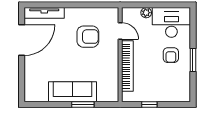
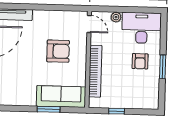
door: (120, 31) -> (89, 24), moved
armchair: (88, 37) -> (58, 51), moved
sofa: (73, 92) -> (61, 97), moved

